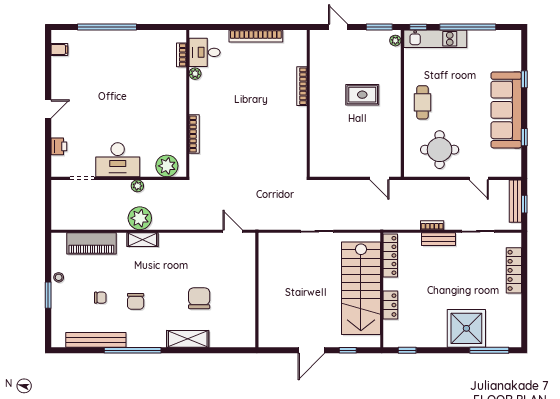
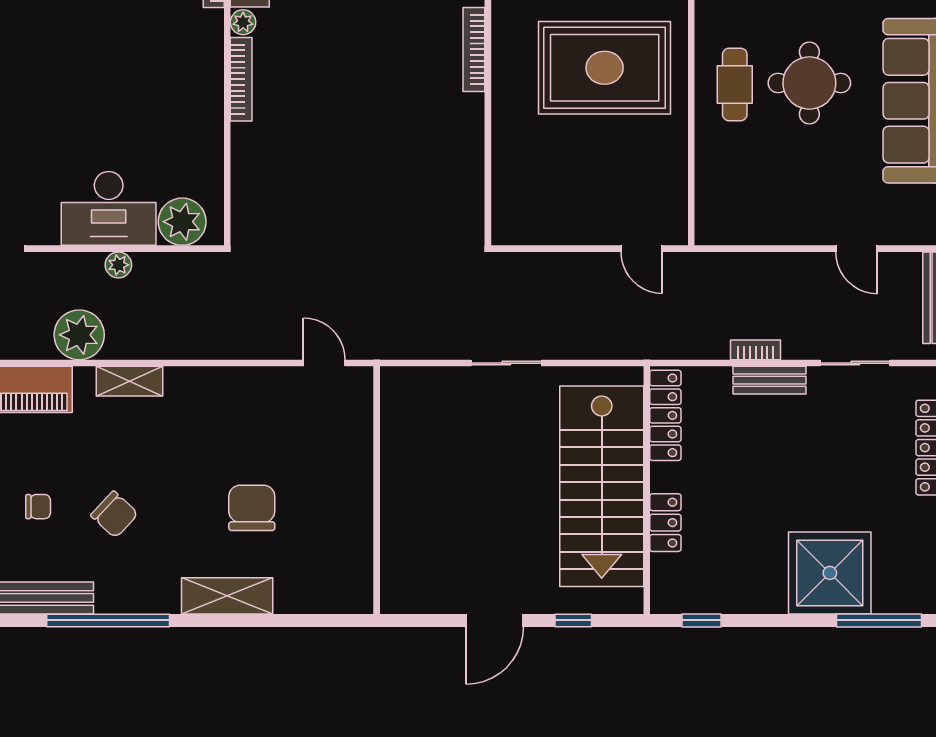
rug: (362, 95) -> (605, 68), width x1.86, depth x2.06
bookcase: (194, 134) -> (241, 79), moved
round table: (440, 150) -> (809, 83), moved
desk: (118, 160) -> (109, 208), moved
plant: (140, 218) -> (79, 335), moved
chair: (136, 301) -> (114, 514), turned -47

